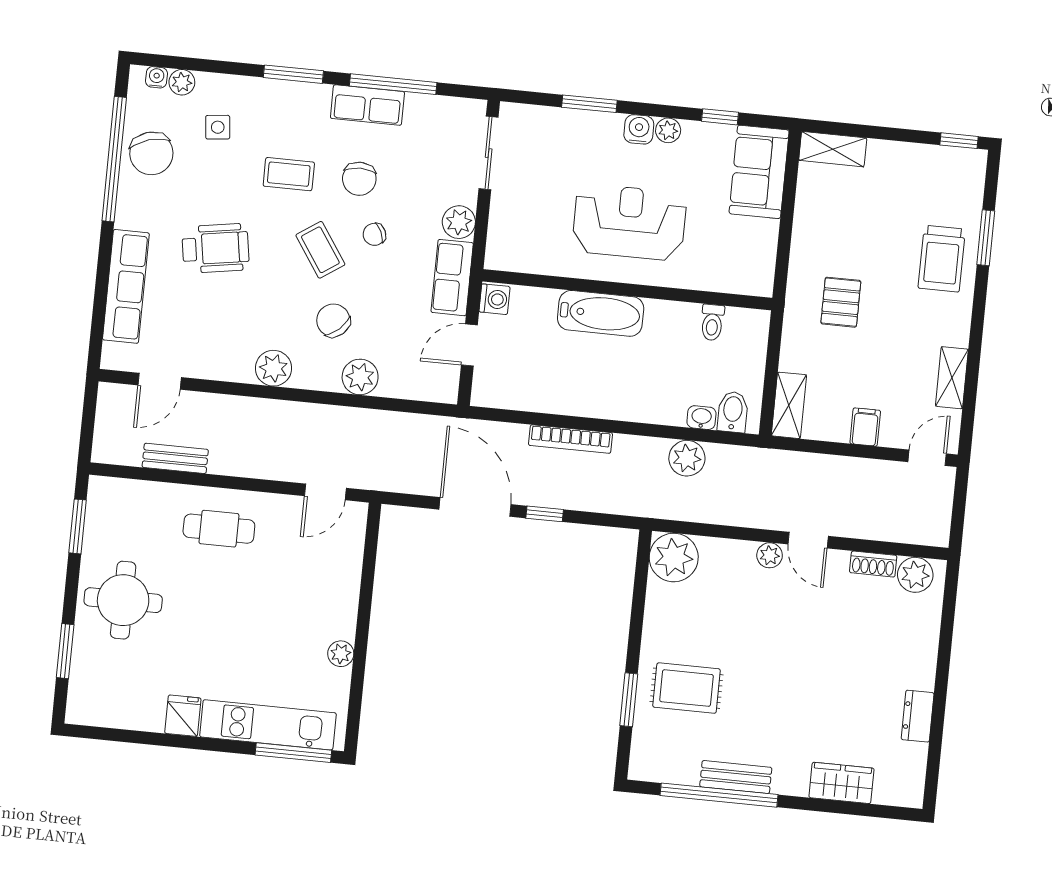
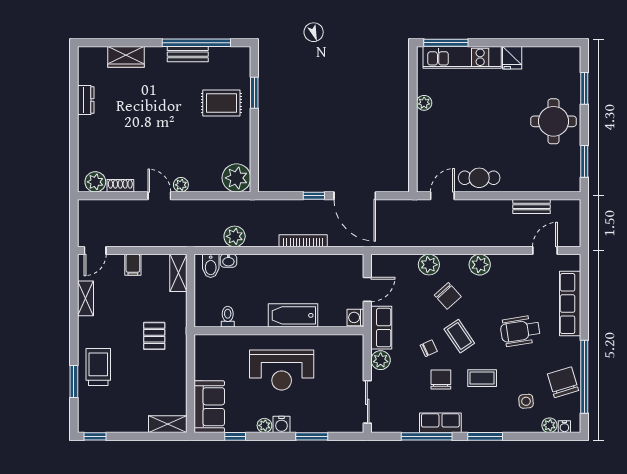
cafe table: (219, 529) -> (479, 178), moved

